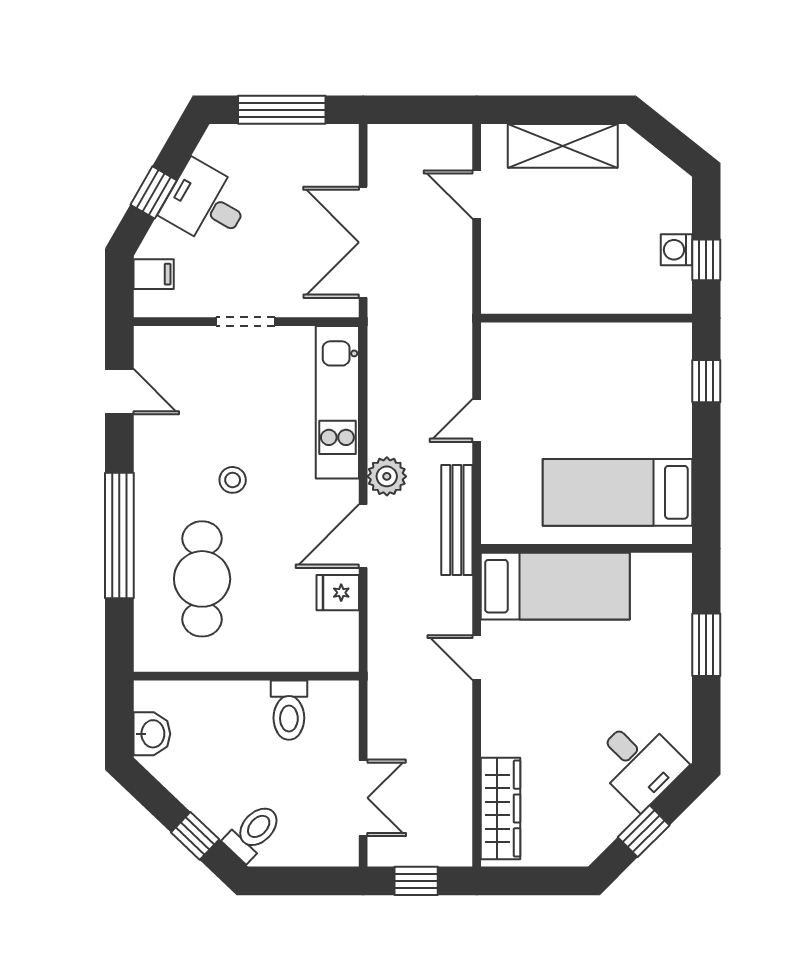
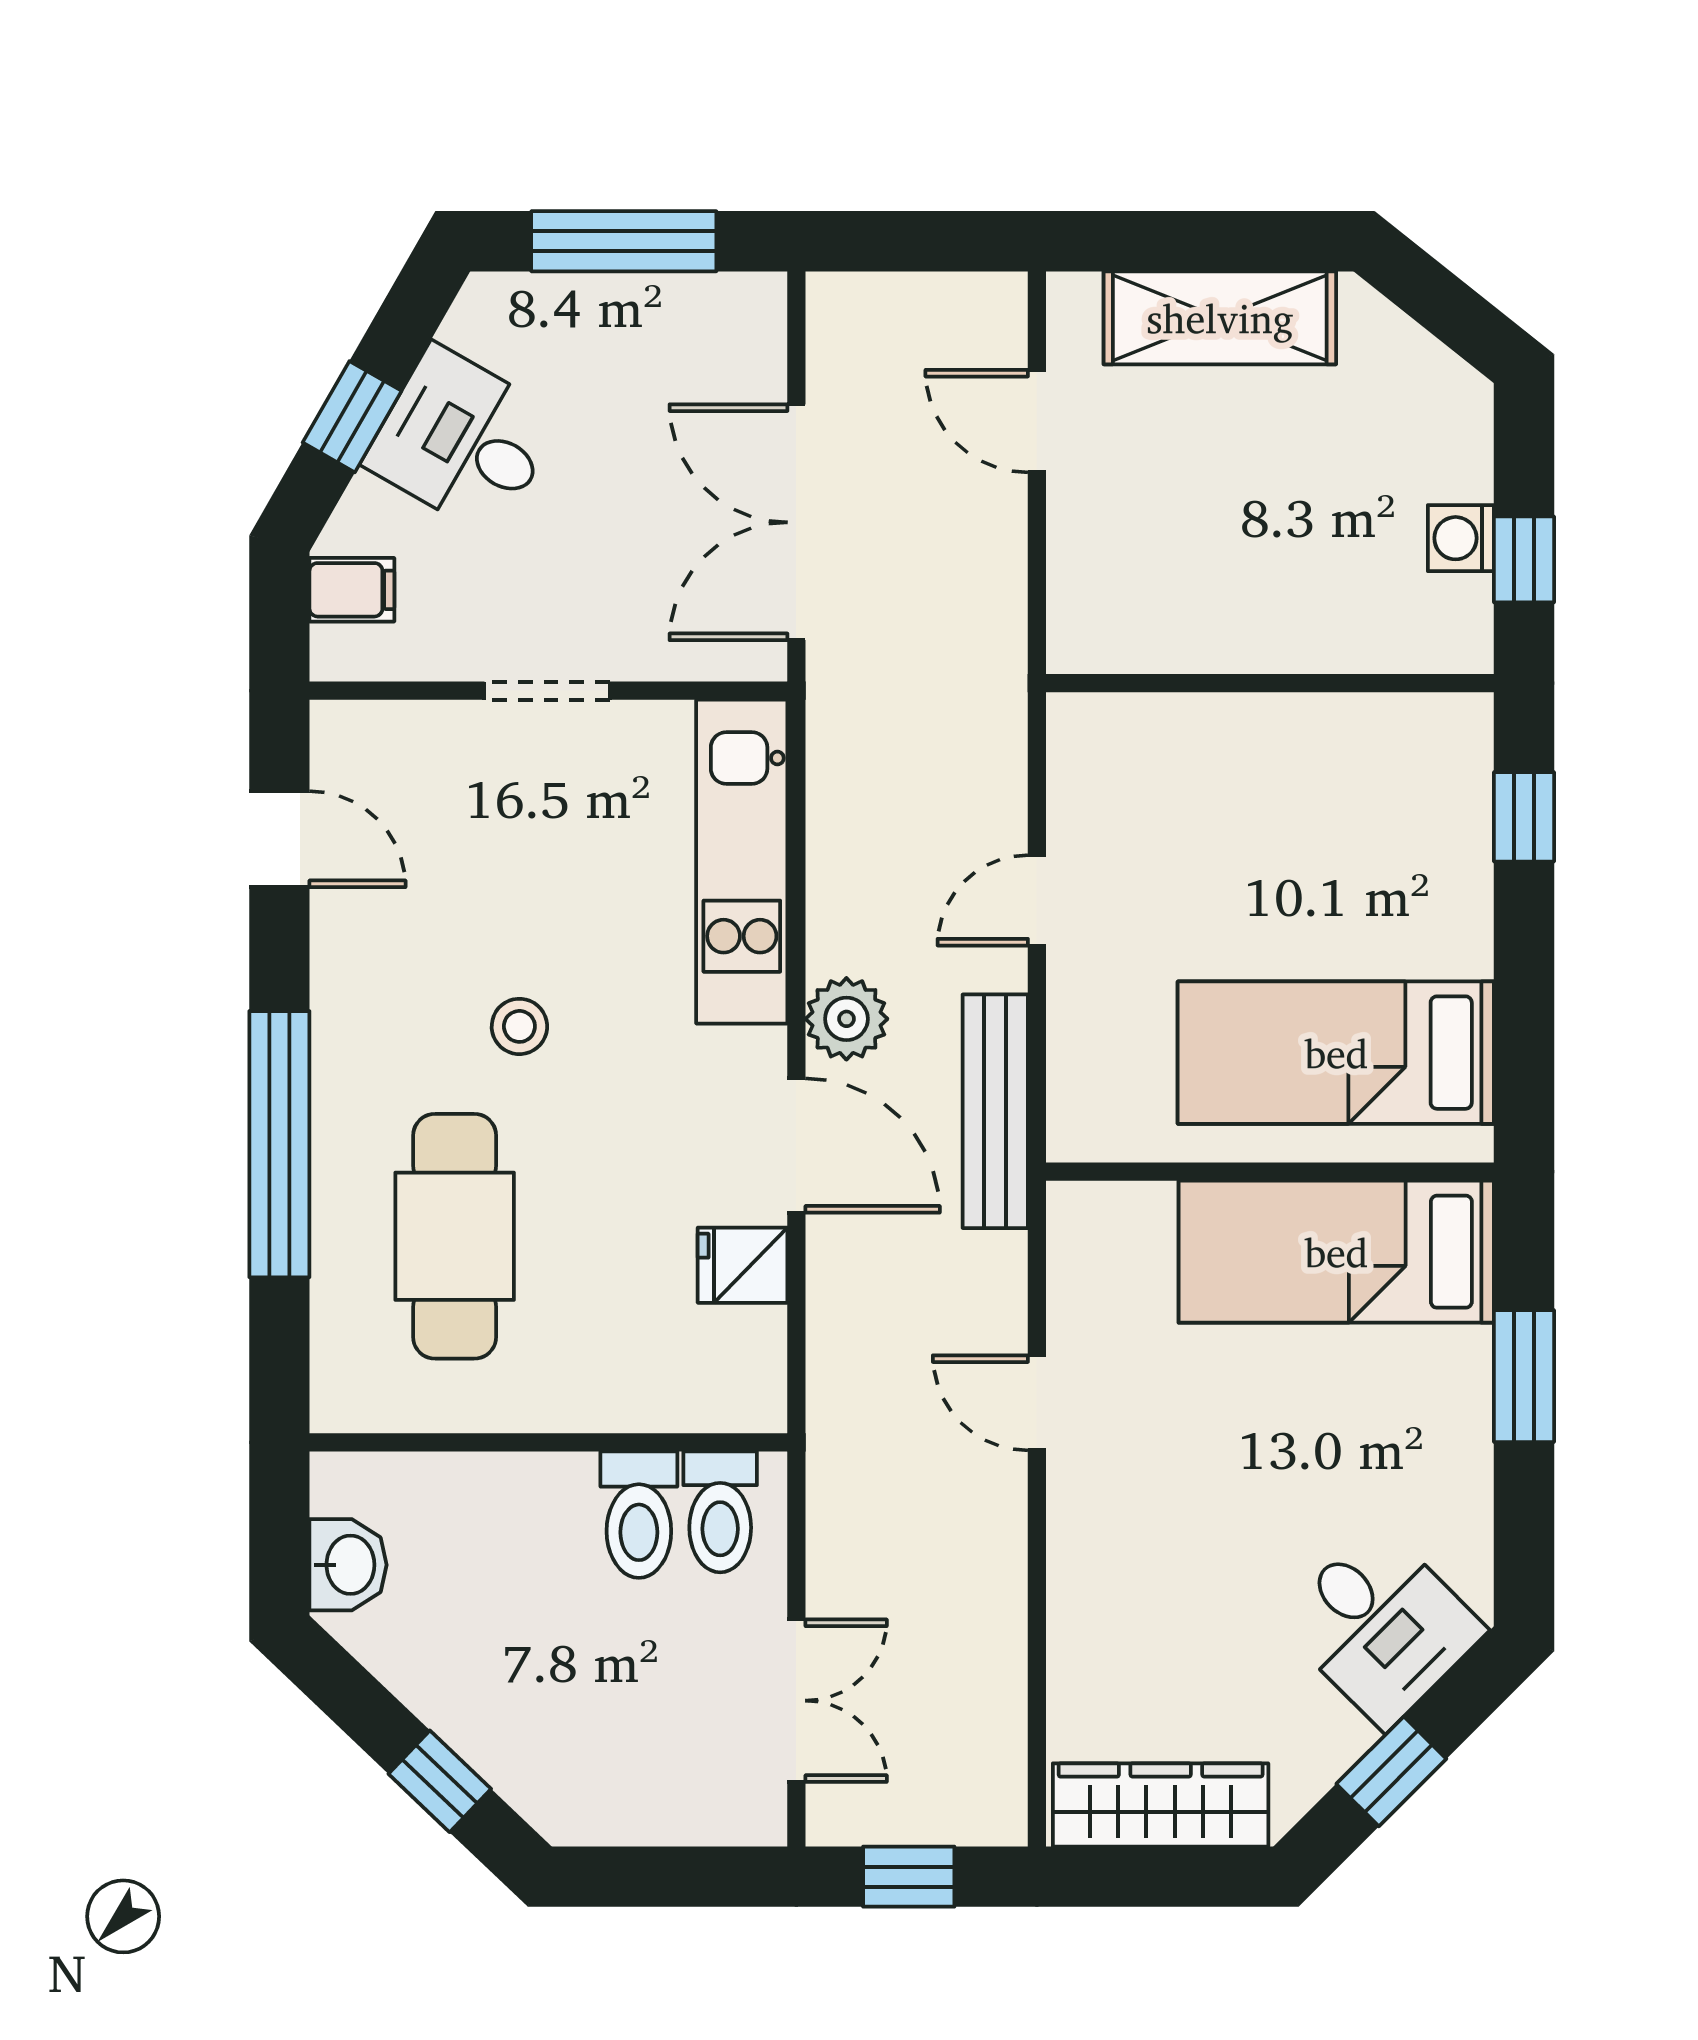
door: (363, 536) -> (796, 1146), swing flipped
bed: (555, 586) -> (1336, 1252), moved, turned 180
wardrobe: (500, 809) -> (1161, 1805), moved, turned -90
toilet: (253, 832) -> (720, 1512), moved, turned 136

